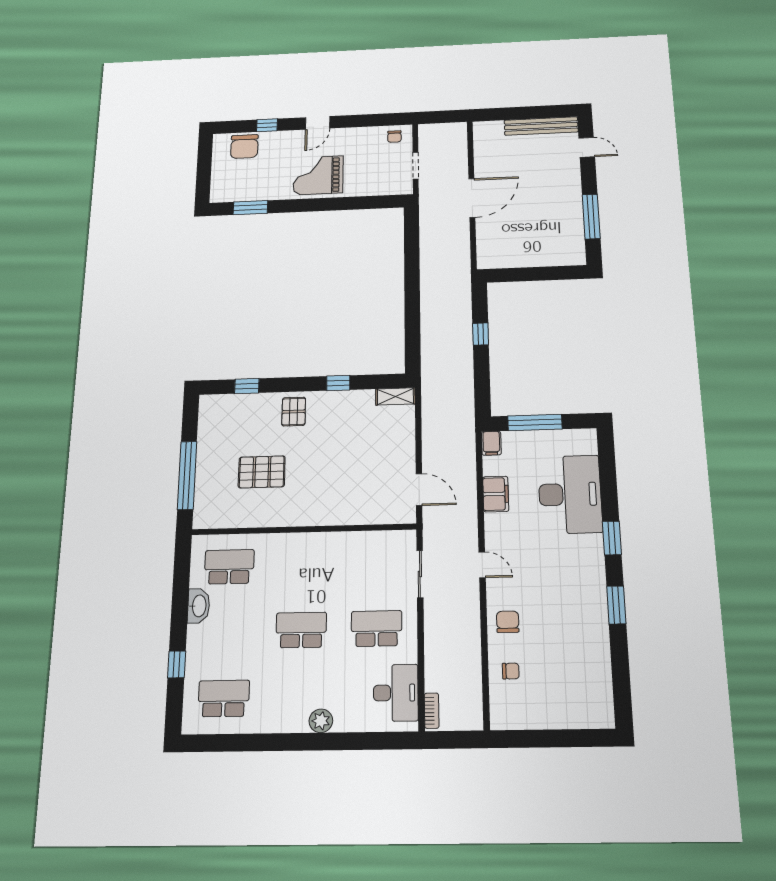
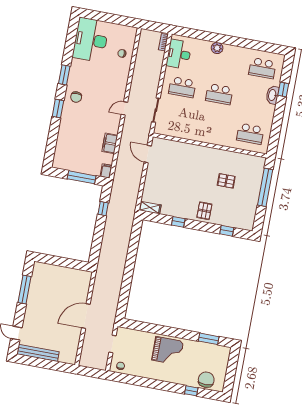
door: (318, 123) -> (162, 385), removed
window: (481, 334) -> (103, 209), moved
pallet: (262, 472) -> (226, 181), width x0.67, depth x0.71
desk: (570, 494) -> (91, 40), moved
door: (482, 565) -> (124, 108), hinge flipped
washbasin: (199, 606) -> (272, 95), moved
chair: (508, 622) -> (76, 97), moved

